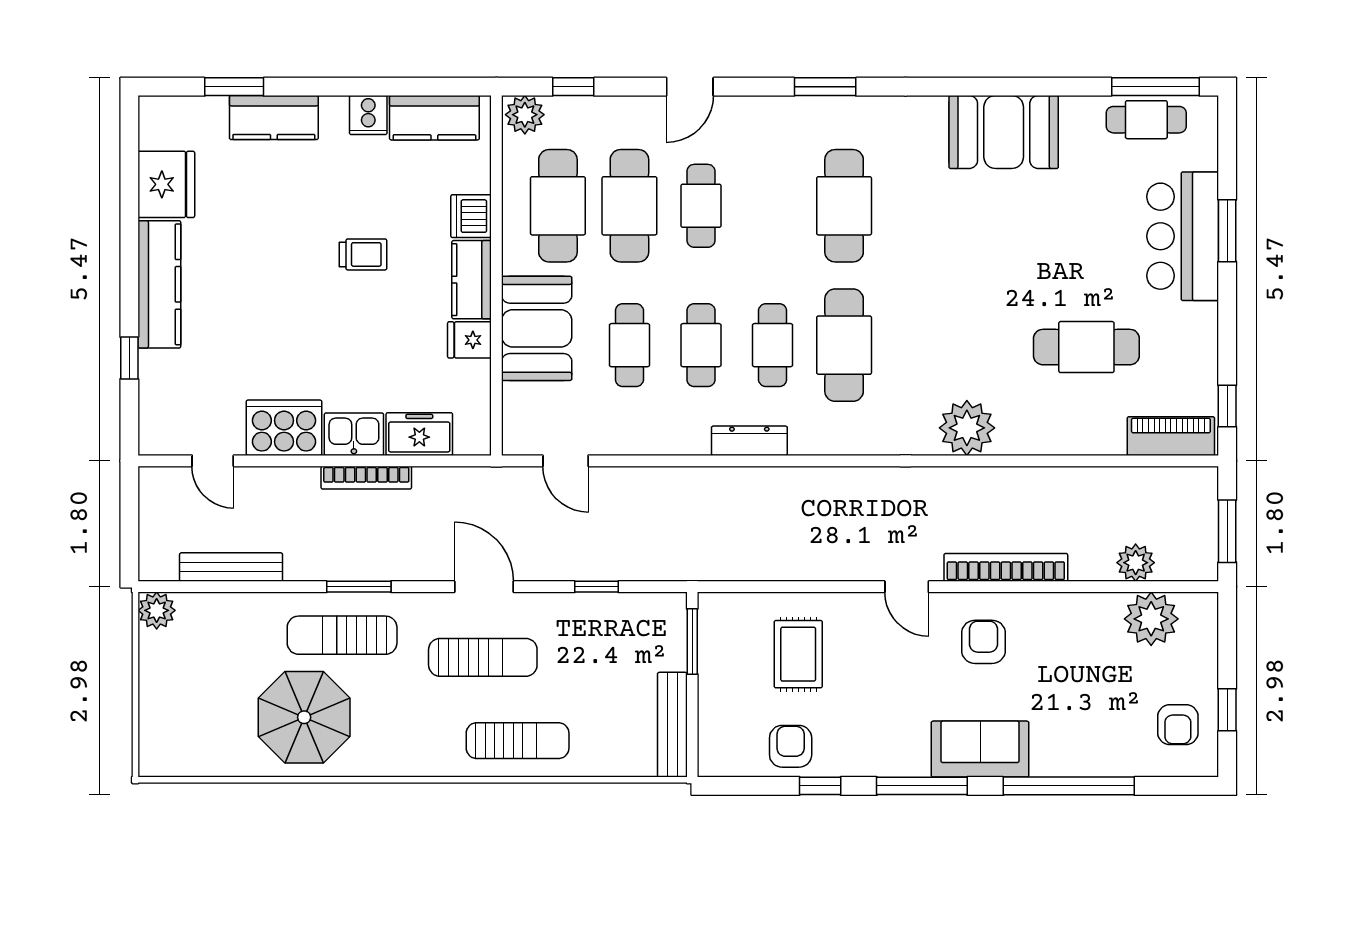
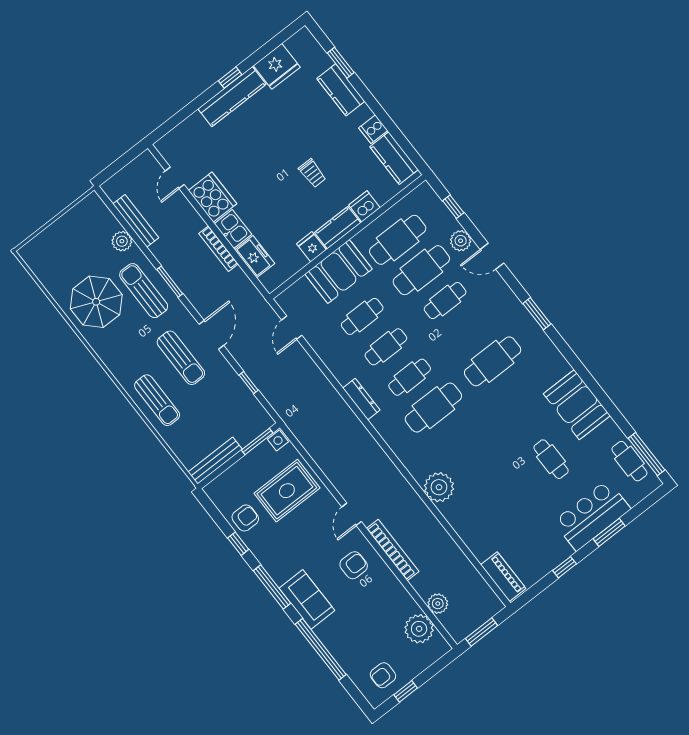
plant: (525, 115) -> (461, 241), moved
cafe table: (1086, 347) -> (551, 459), moved, width x0.73, depth x0.74
window: (129, 358) -> (230, 78), moved
window: (1227, 406) -> (565, 567), moved
plant: (157, 610) -> (122, 241), moved
side table: (715, 610) -> (278, 440), added
rug: (798, 654) -> (287, 491), width x1.36, depth x1.43

